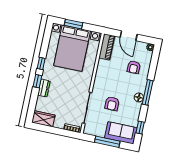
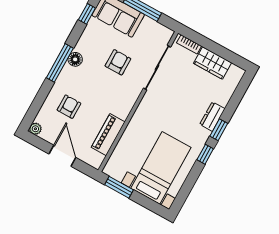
window: (74, 24) -> (119, 187), moved
piano: (107, 47) -> (108, 135), moved
bed with nightstands: (72, 48) -> (161, 168), width x0.73
wardrobe: (43, 119) -> (213, 63), moved

